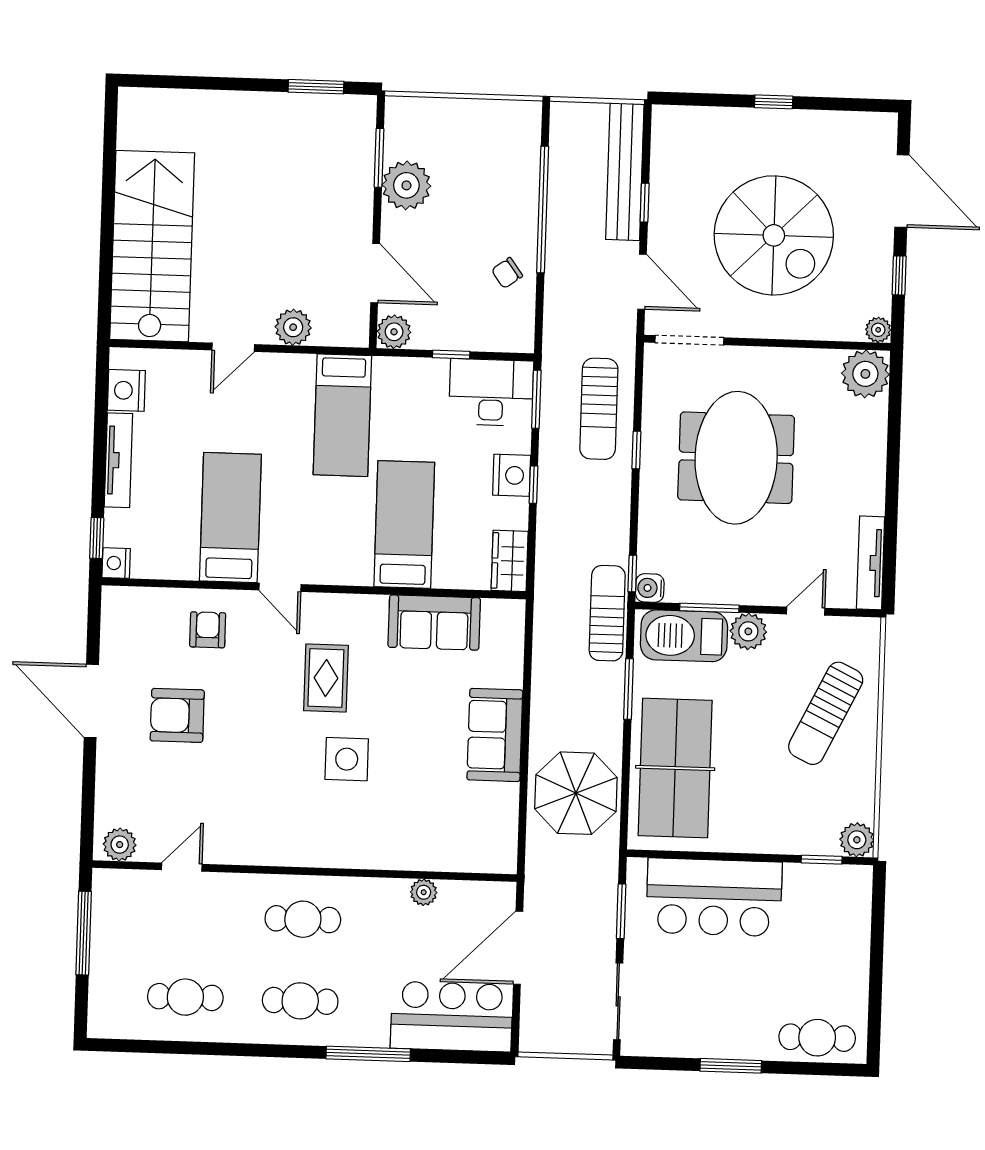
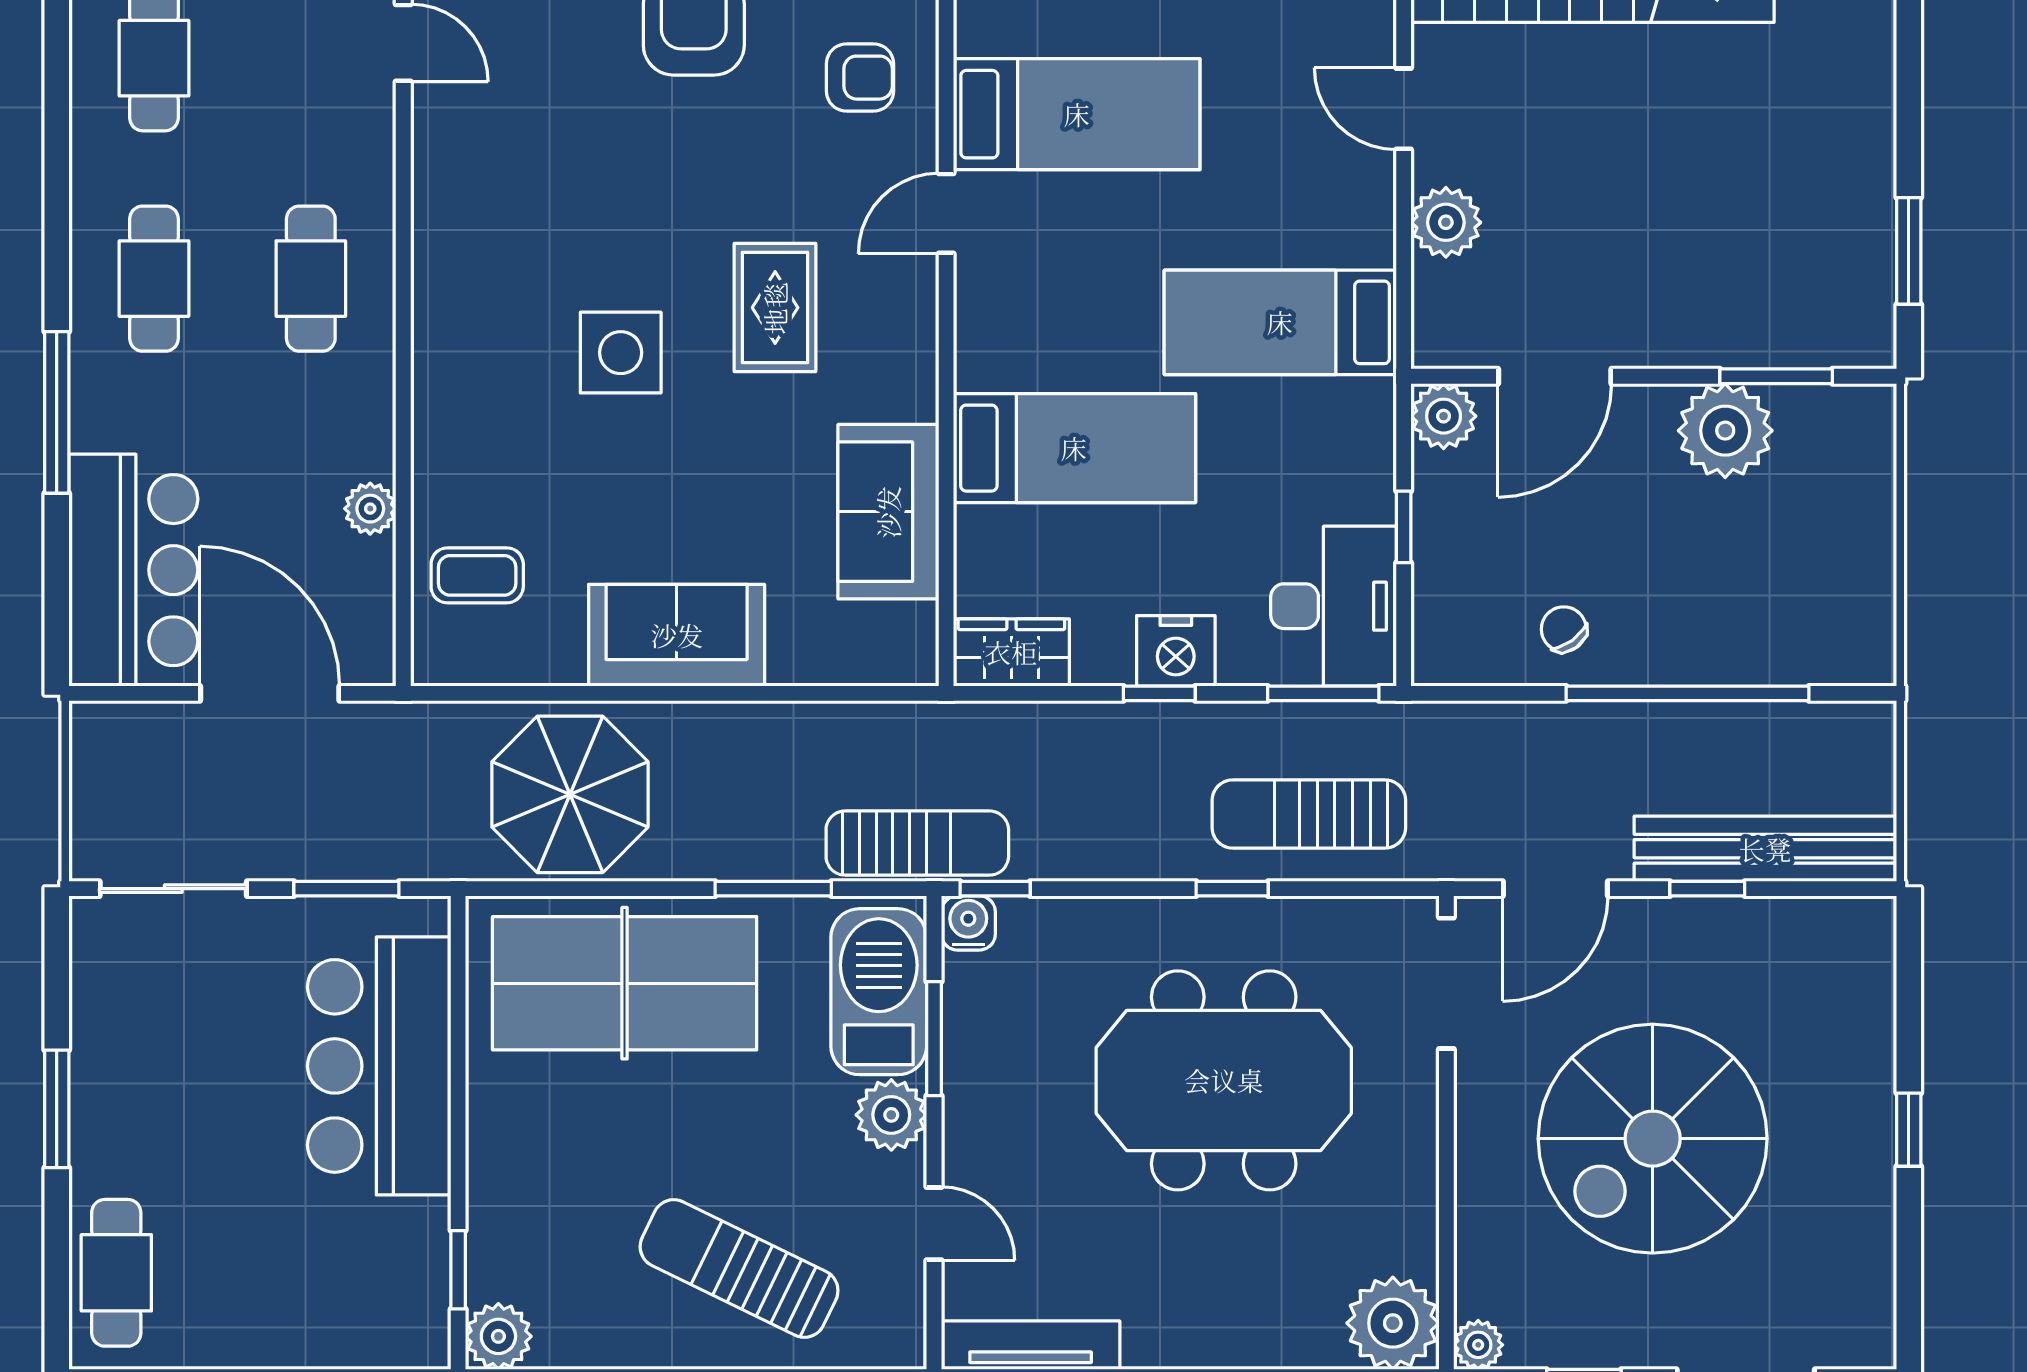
rug: (326, 678) -> (775, 308), turned 90
coffee table: (460, 838) -> (477, 575), added

